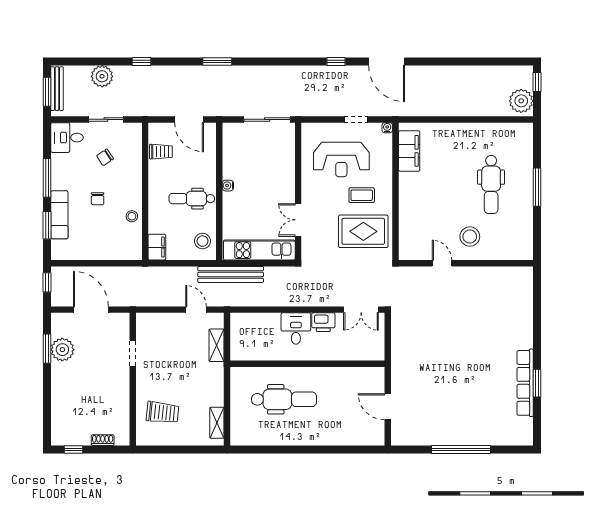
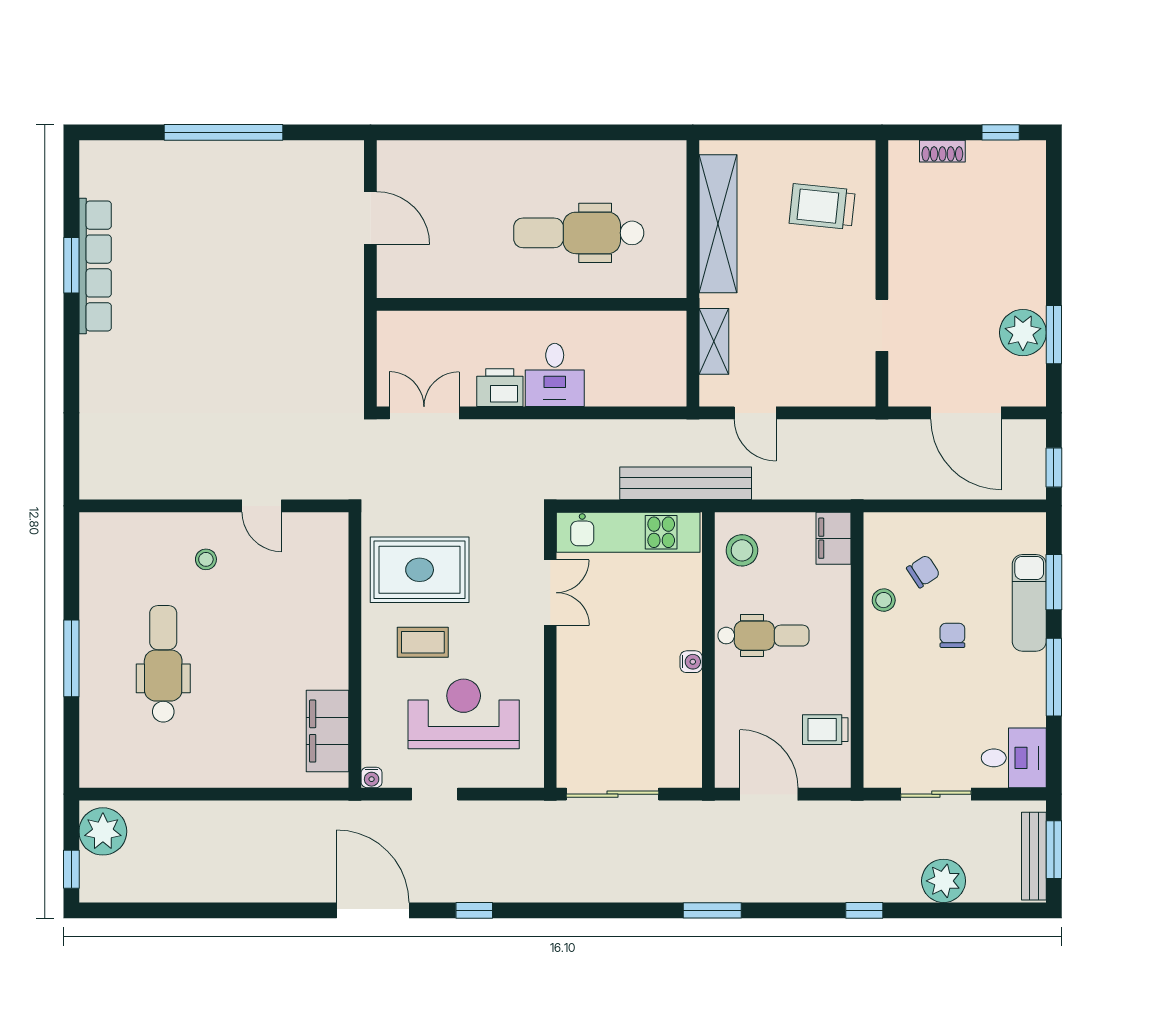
chair: (105, 157) -> (923, 571), moved
stool: (470, 237) -> (206, 559), width x0.53, depth x0.53
shelving: (217, 423) -> (718, 224), width x2.20, depth x1.33

